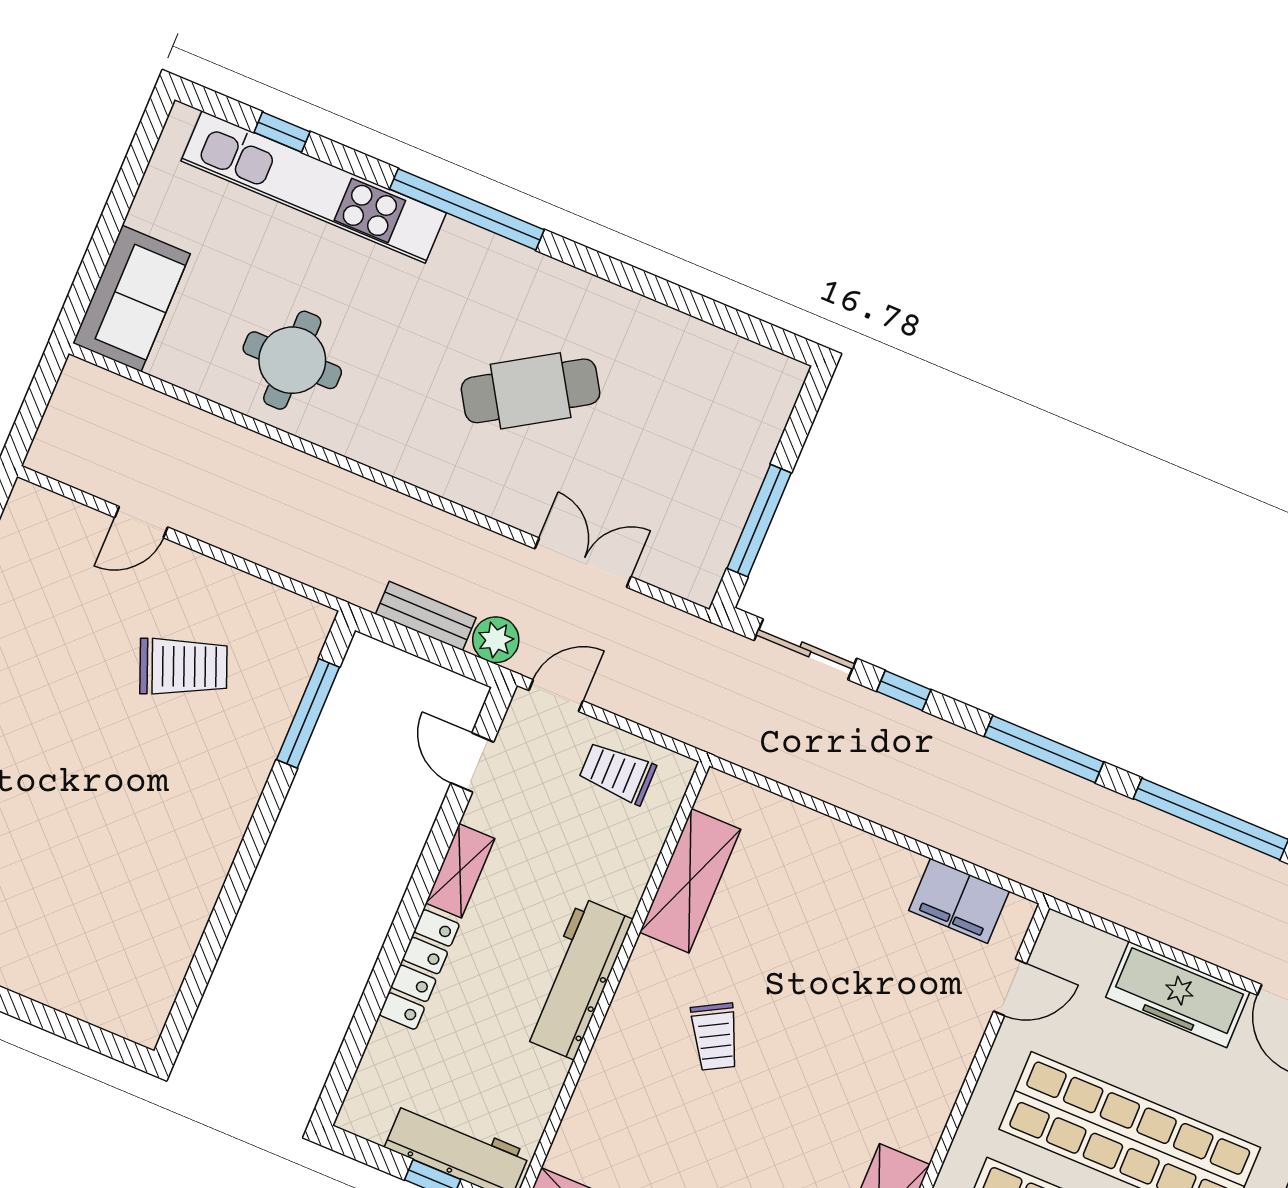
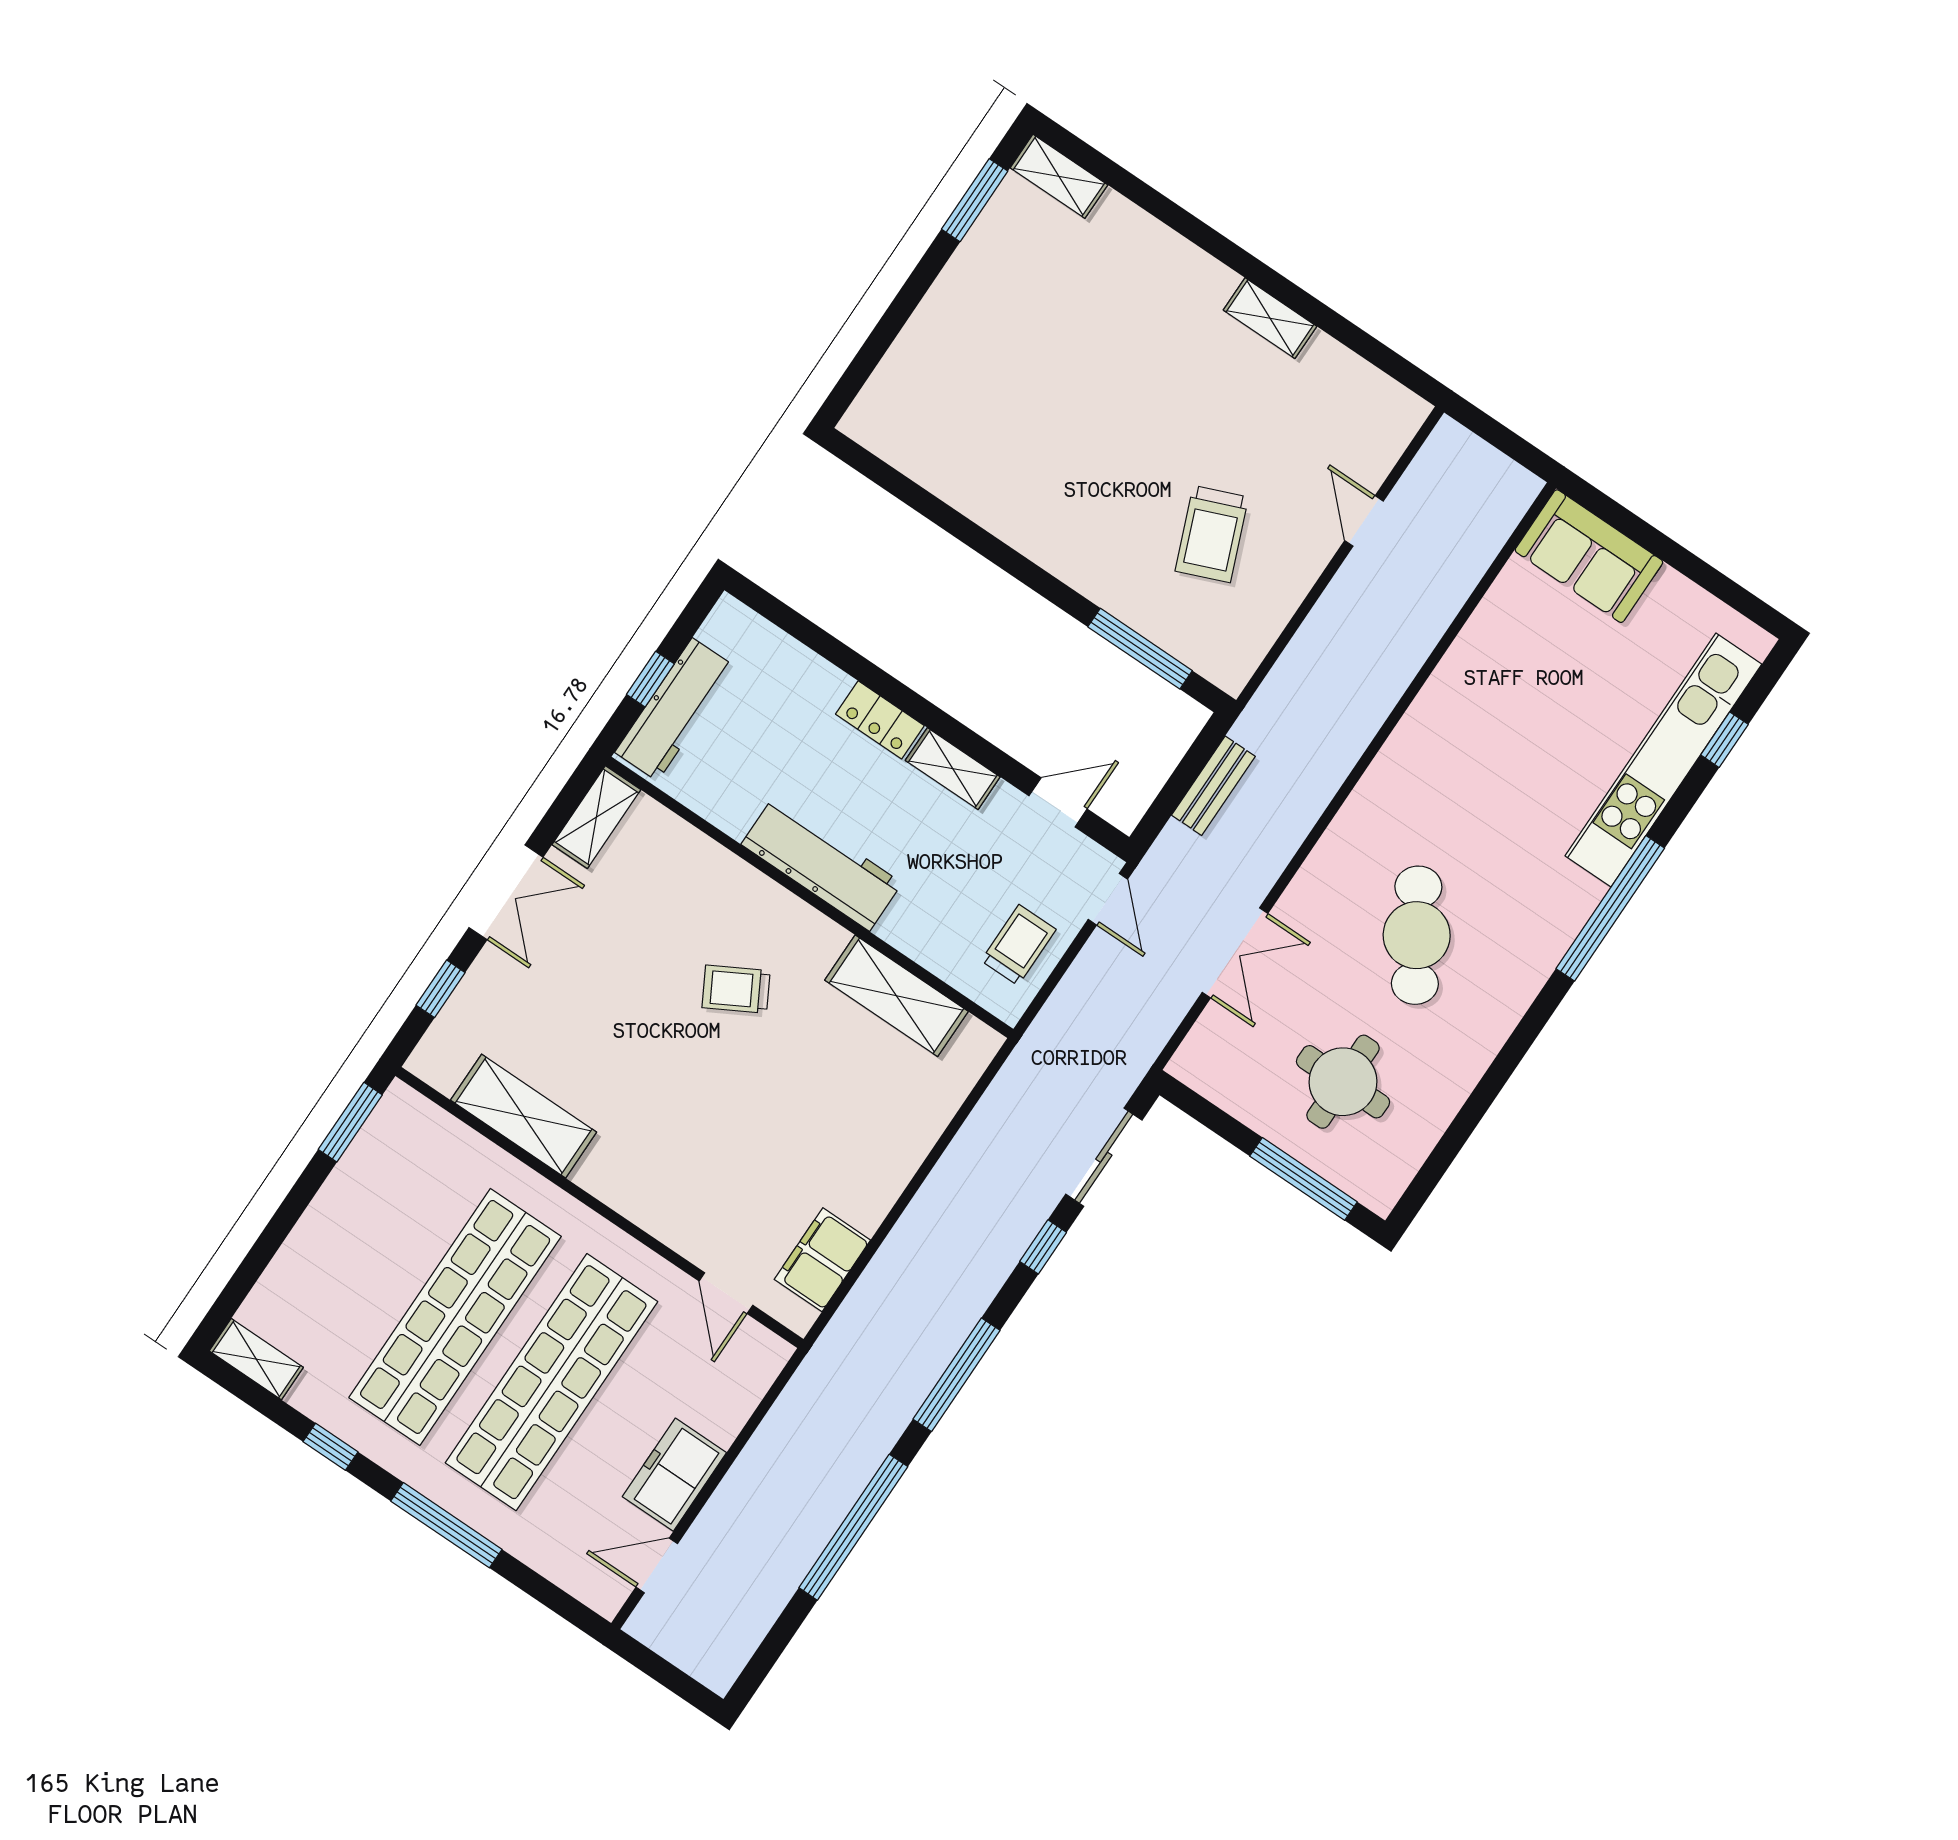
round table: (292, 360) -> (1343, 1082), moved
window: (759, 521) -> (1303, 1179), moved
plant: (496, 640) -> (1176, 851), removed
locker: (419, 969) -> (880, 720), width x0.66
freezer: (1178, 995) -> (674, 1475), width x0.71

